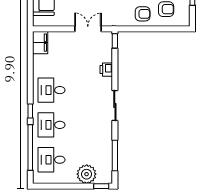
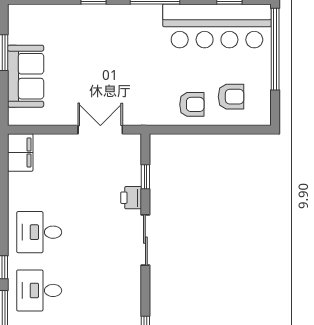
window: (115, 41) -> (145, 177), moved
sliding door: (115, 106) -> (145, 240), moved

